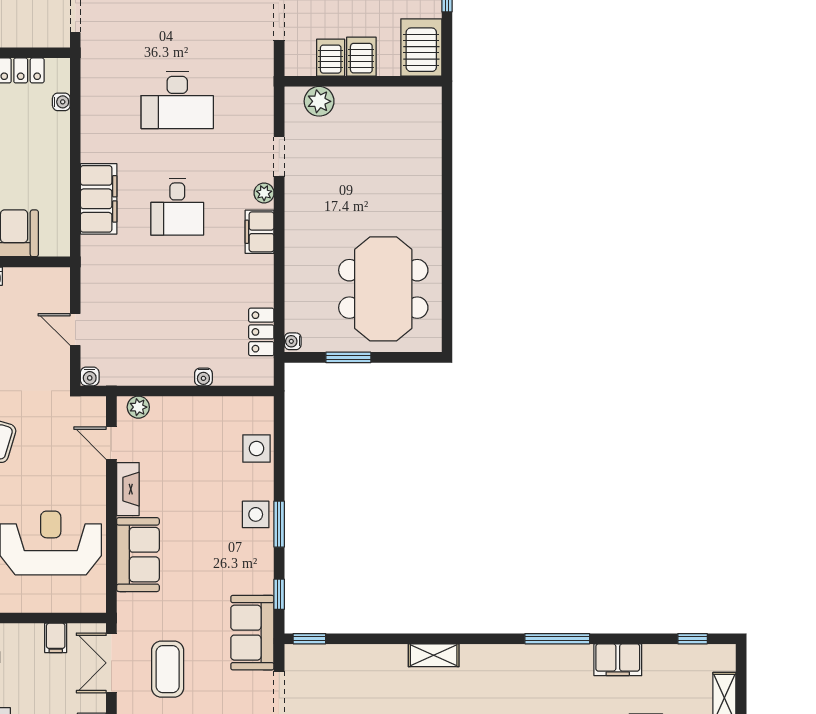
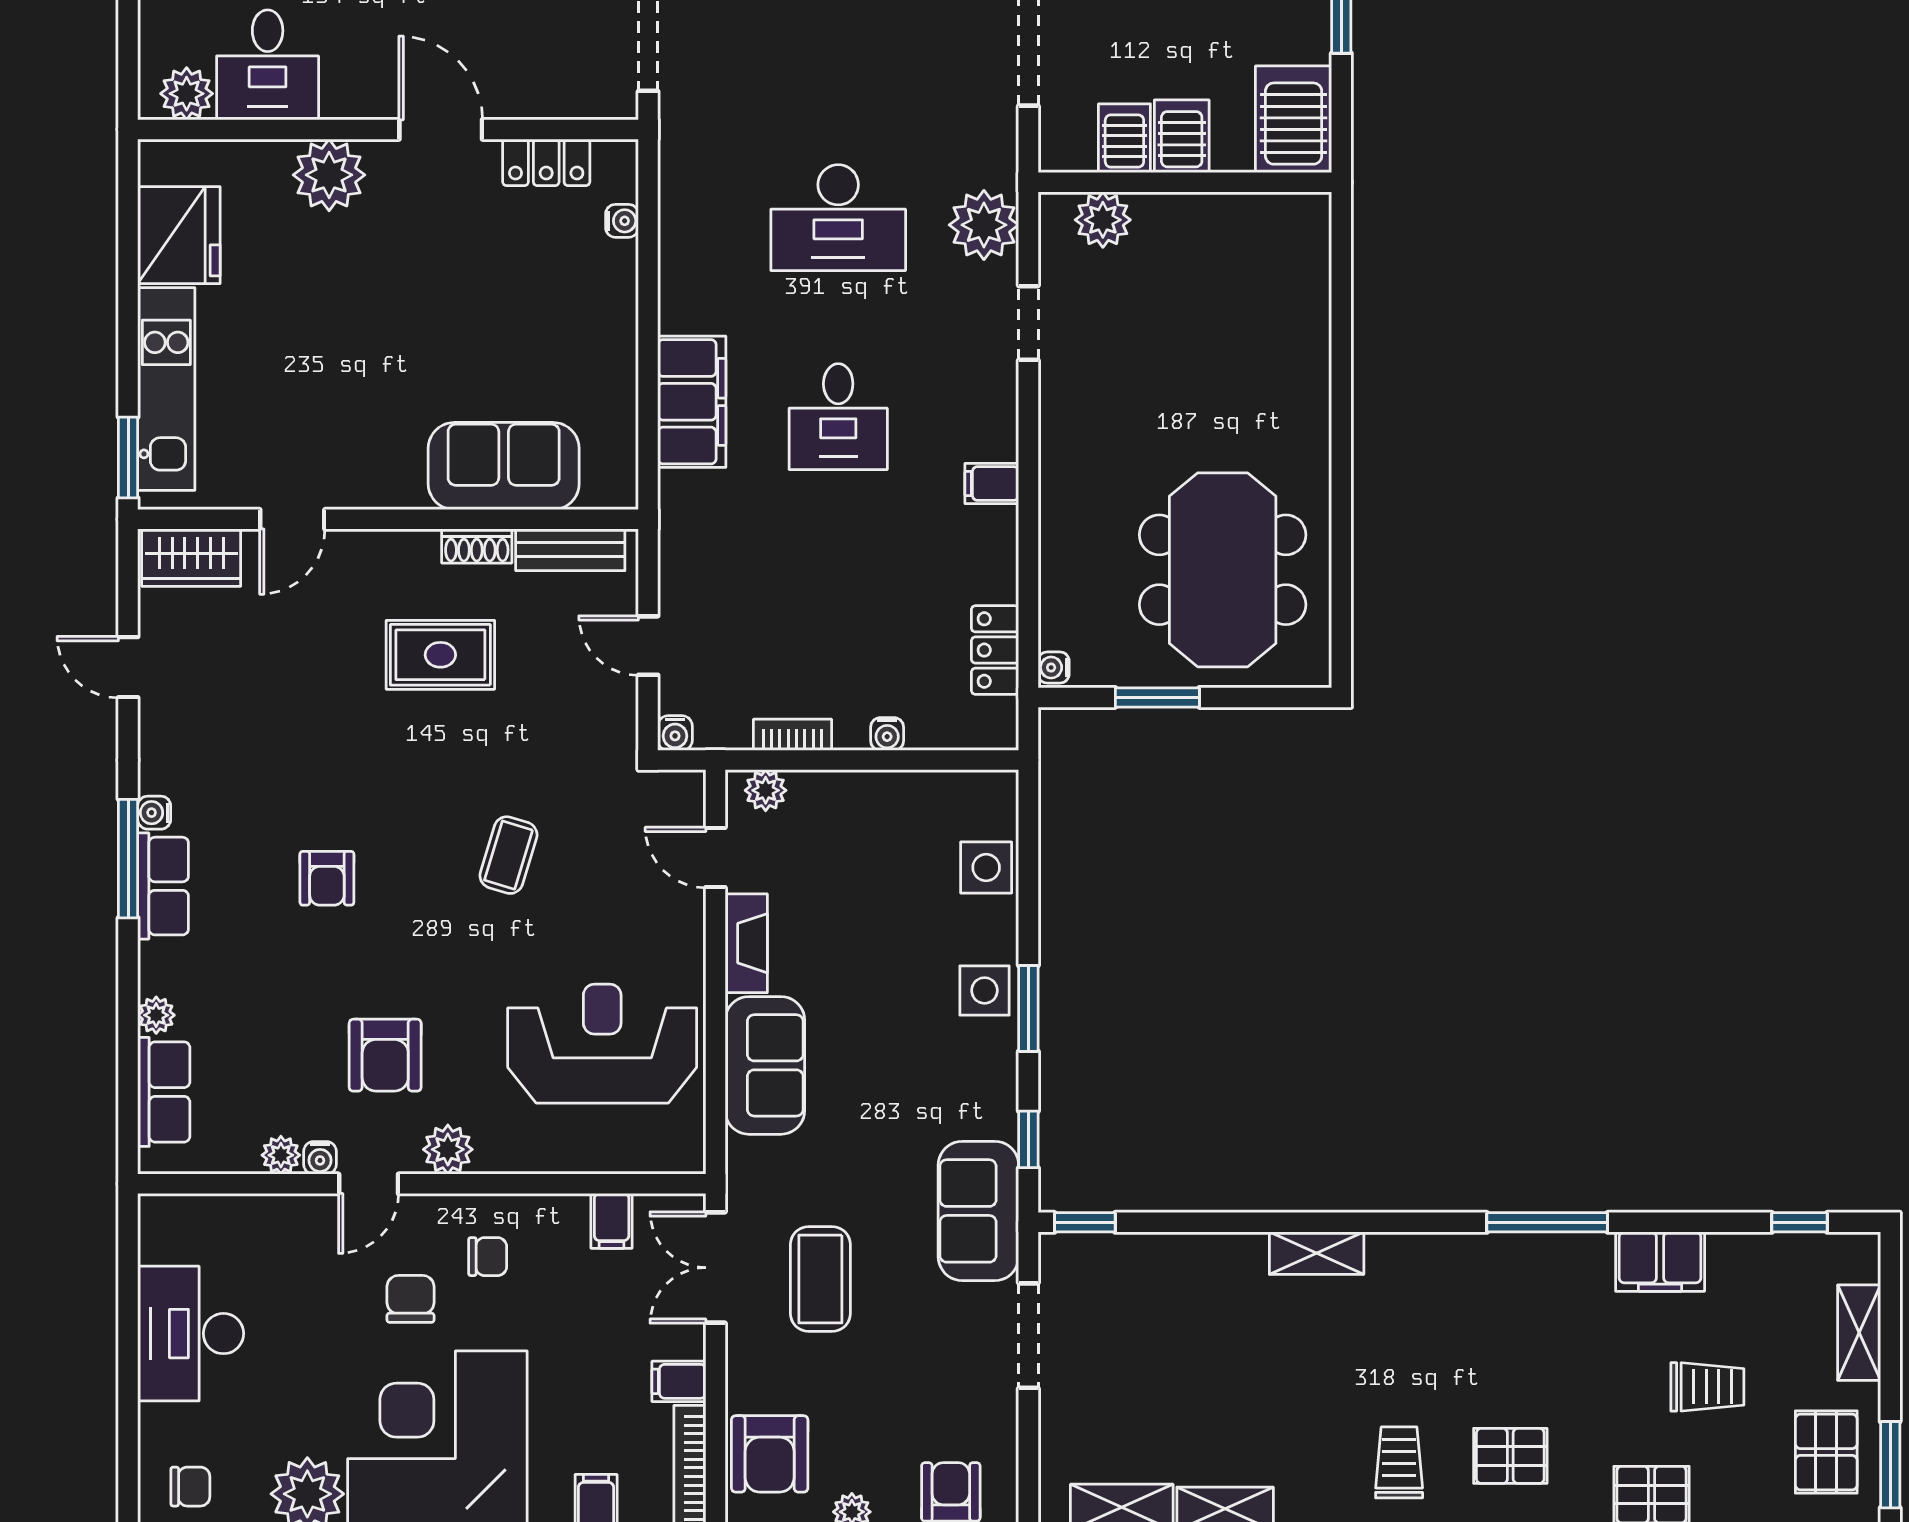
plant: (264, 193) -> (984, 225), moved, width x1.88, depth x1.88
filing cabinet: (260, 232) -> (992, 484), width x0.50
bench: (34, 278) -> (570, 550), added
bookcase: (153, 377) -> (792, 735), added

